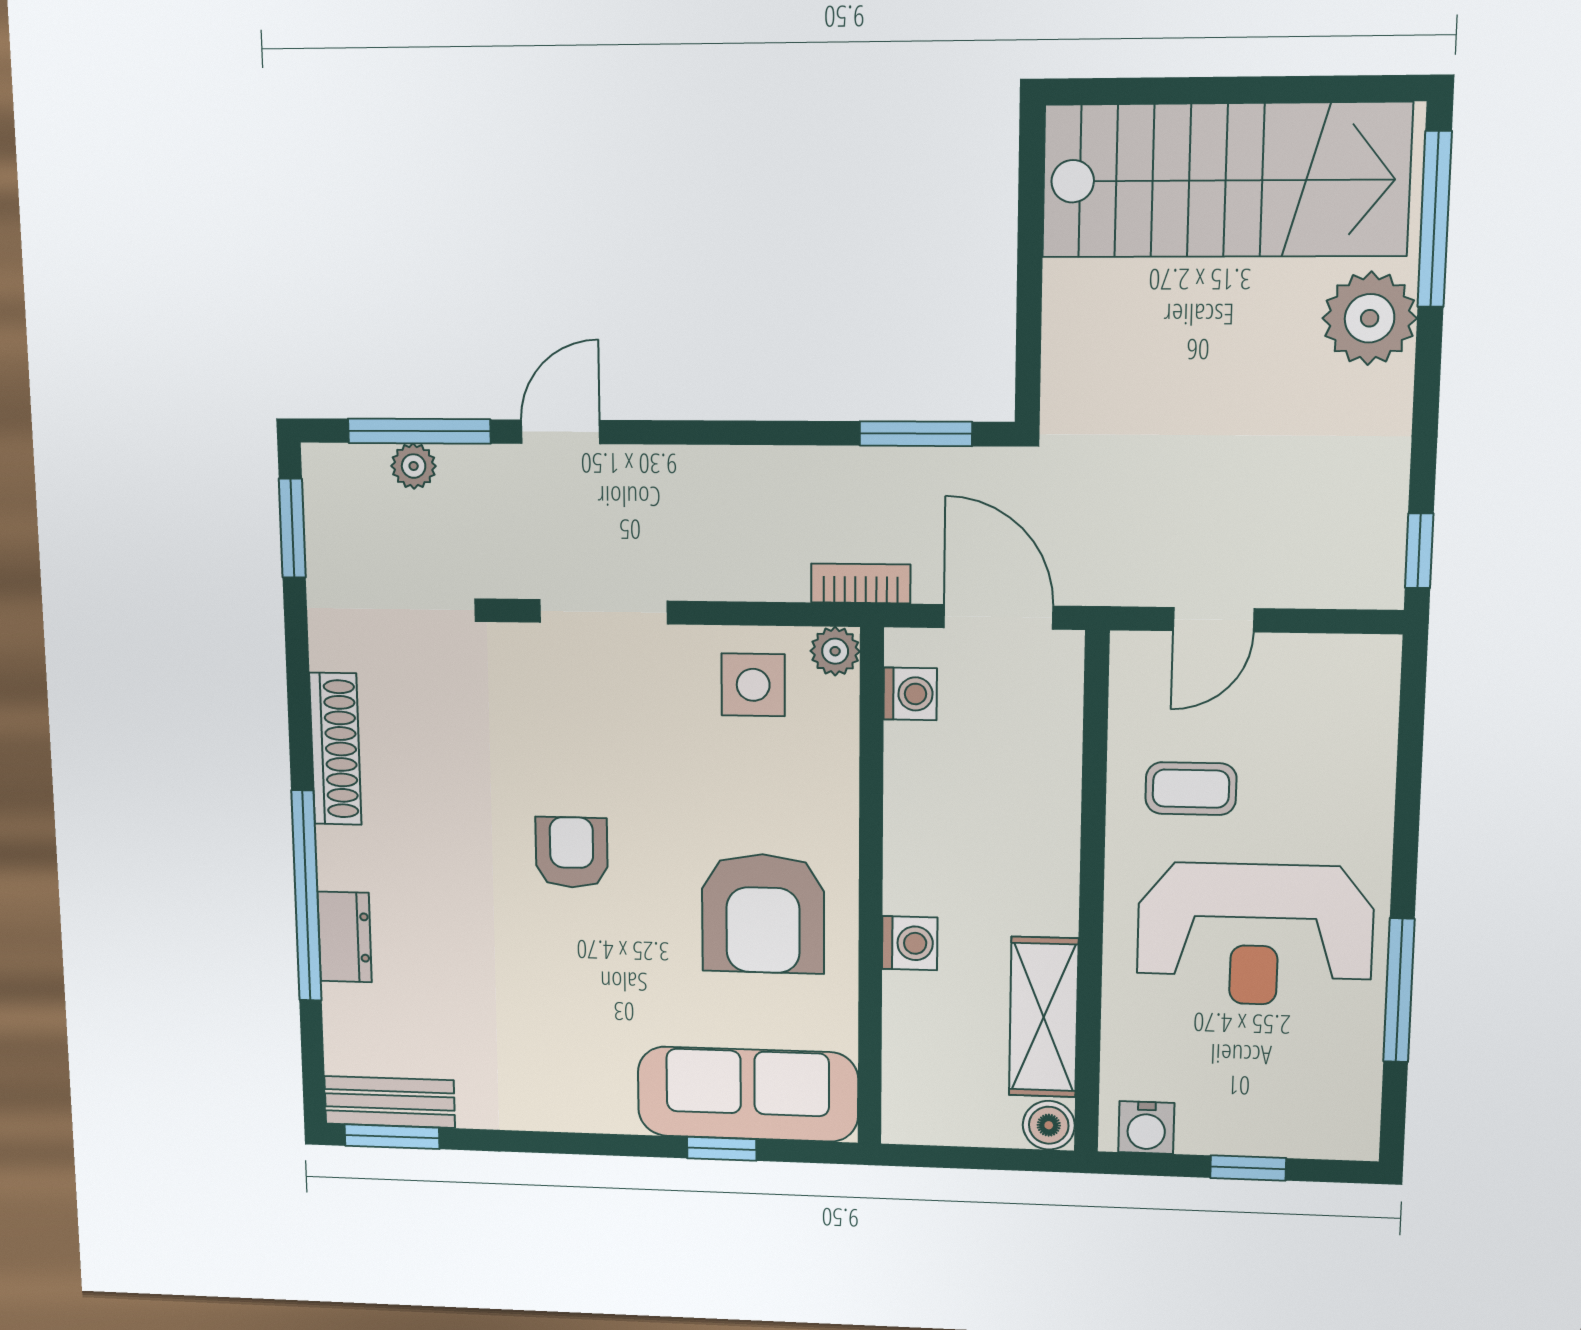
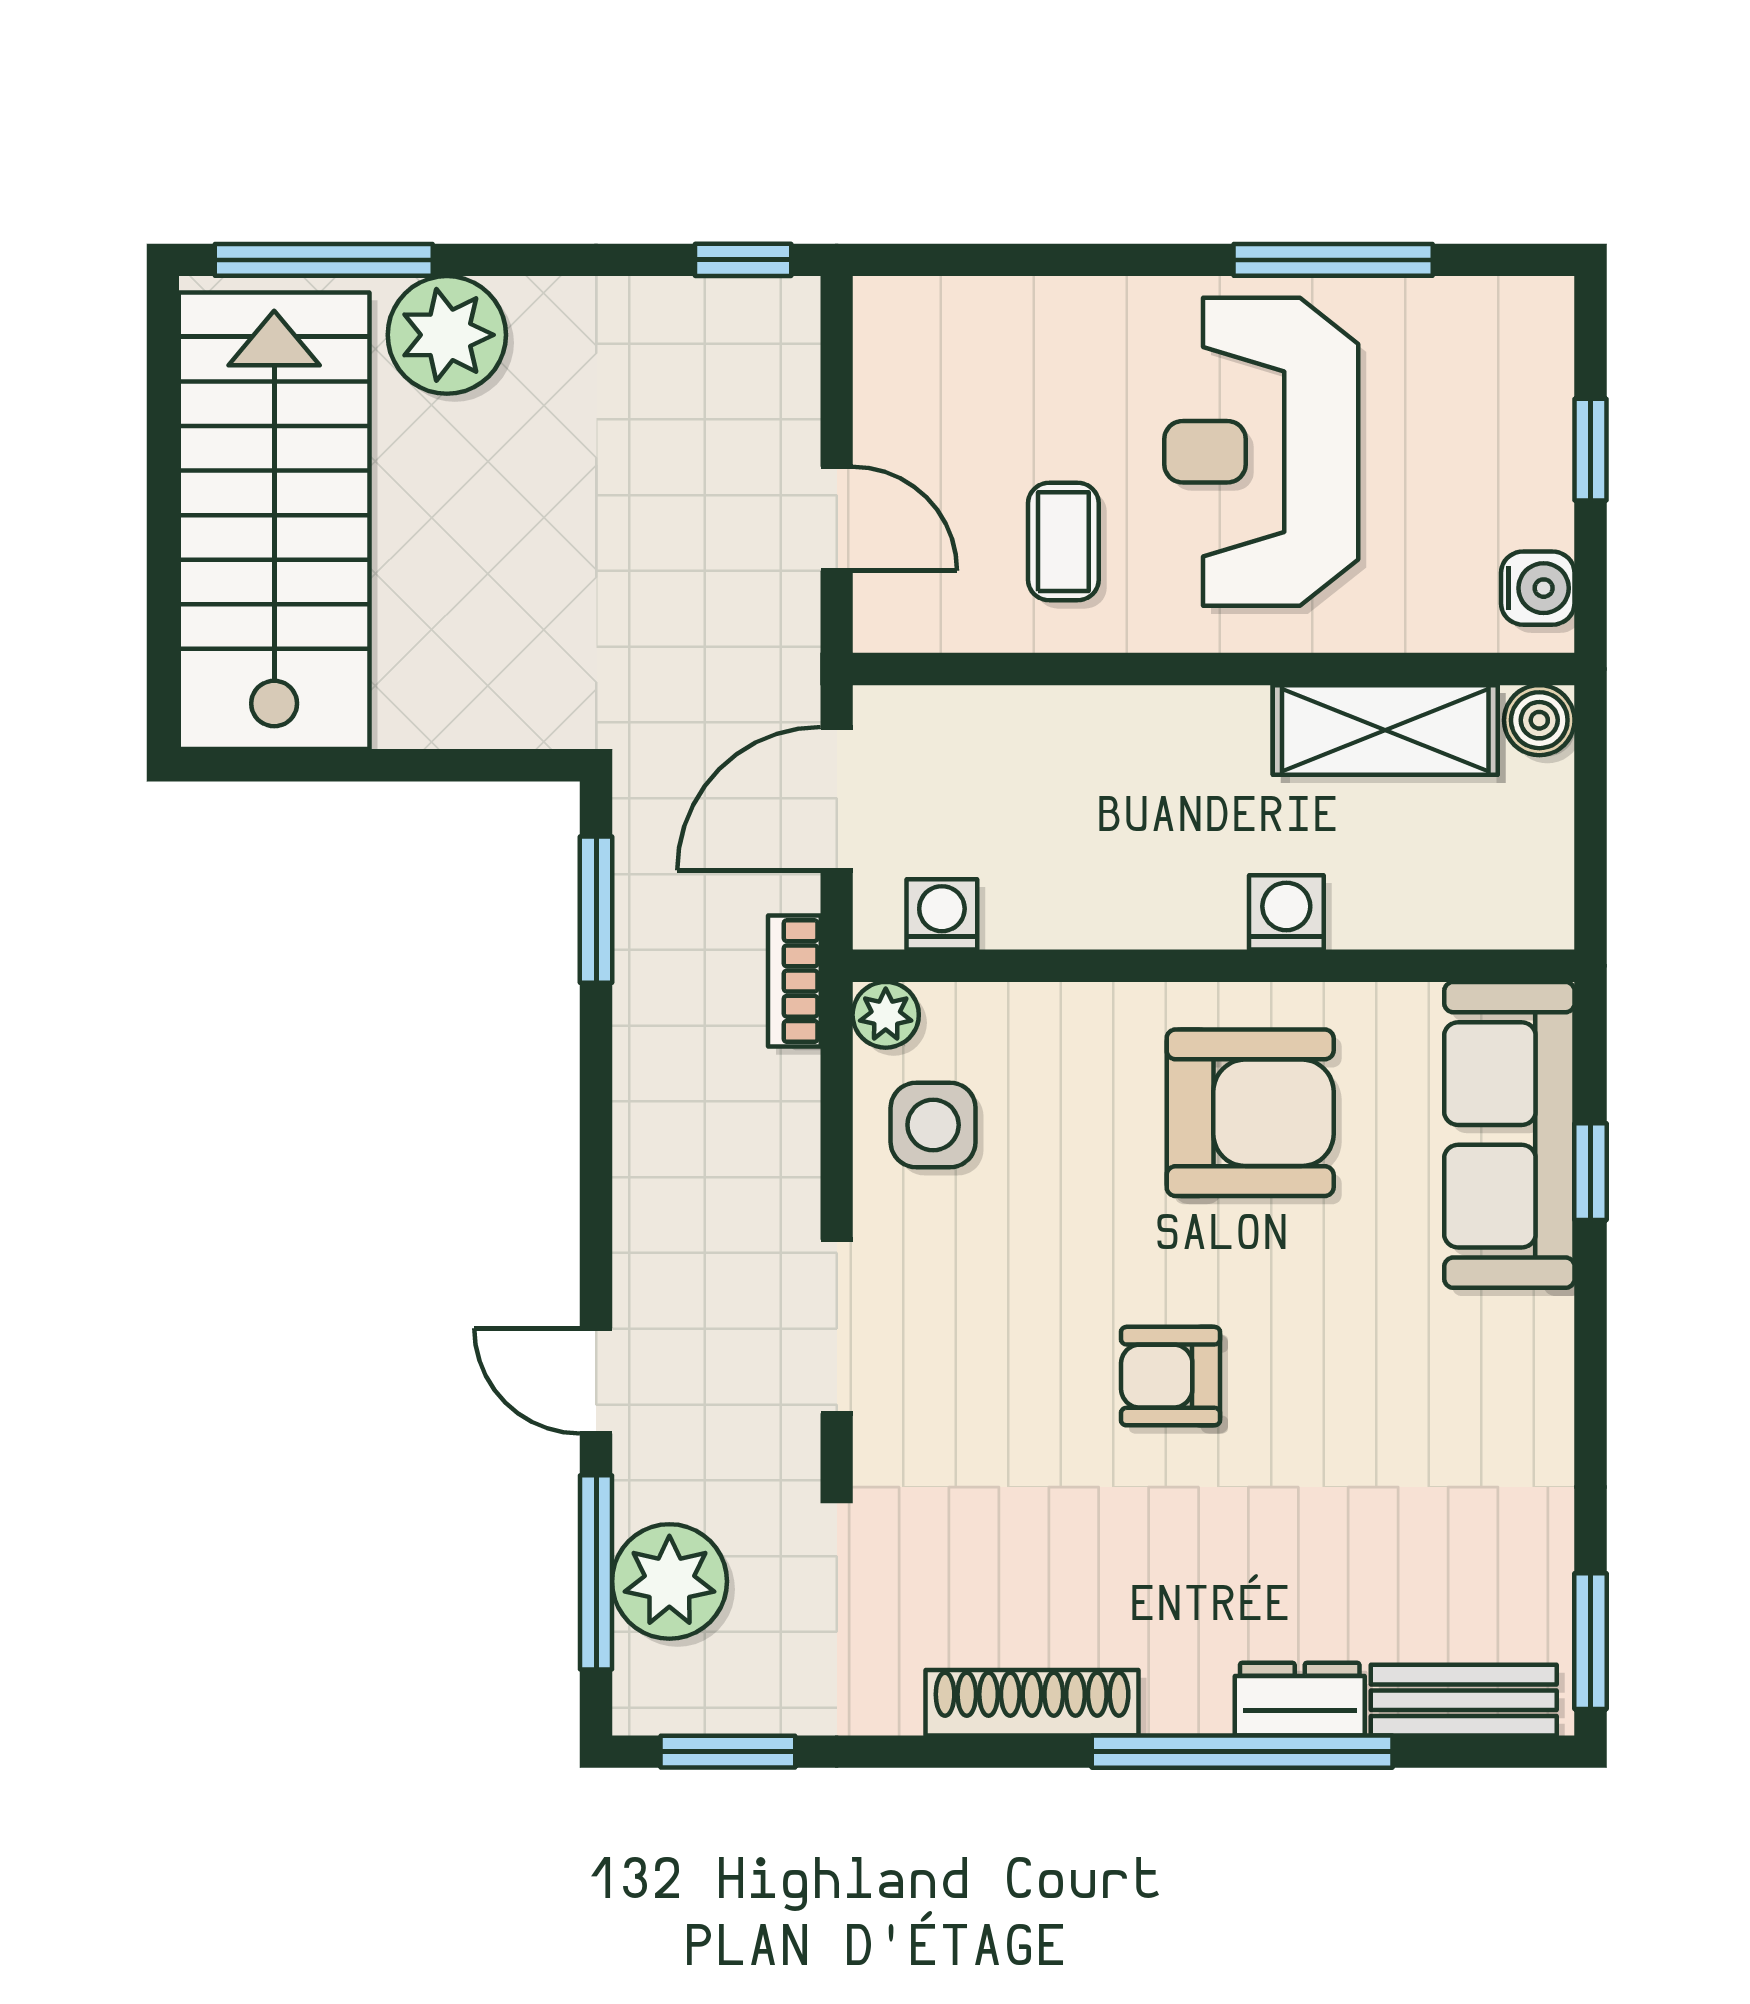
plant: (414, 466) -> (669, 1581), width x1.88, depth x1.88
reception desk: (1255, 934) -> (1261, 452), turned 180
bench: (390, 1102) -> (1464, 1700), moved, turned 90

